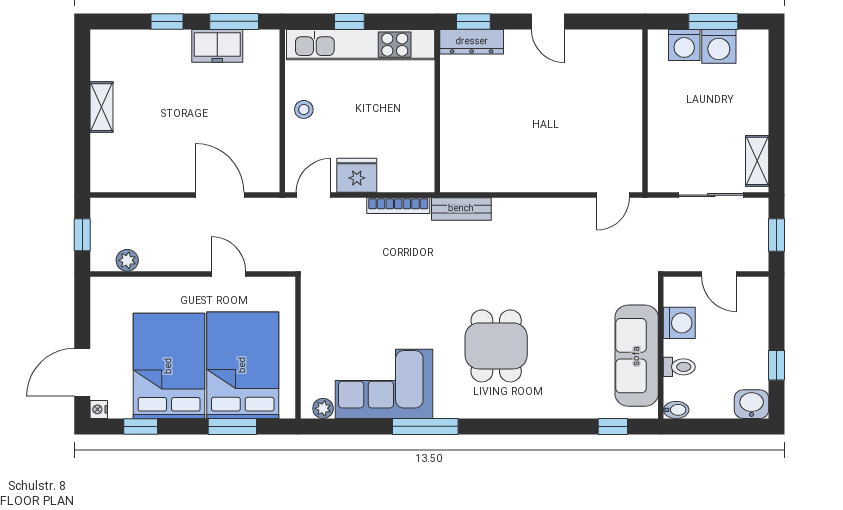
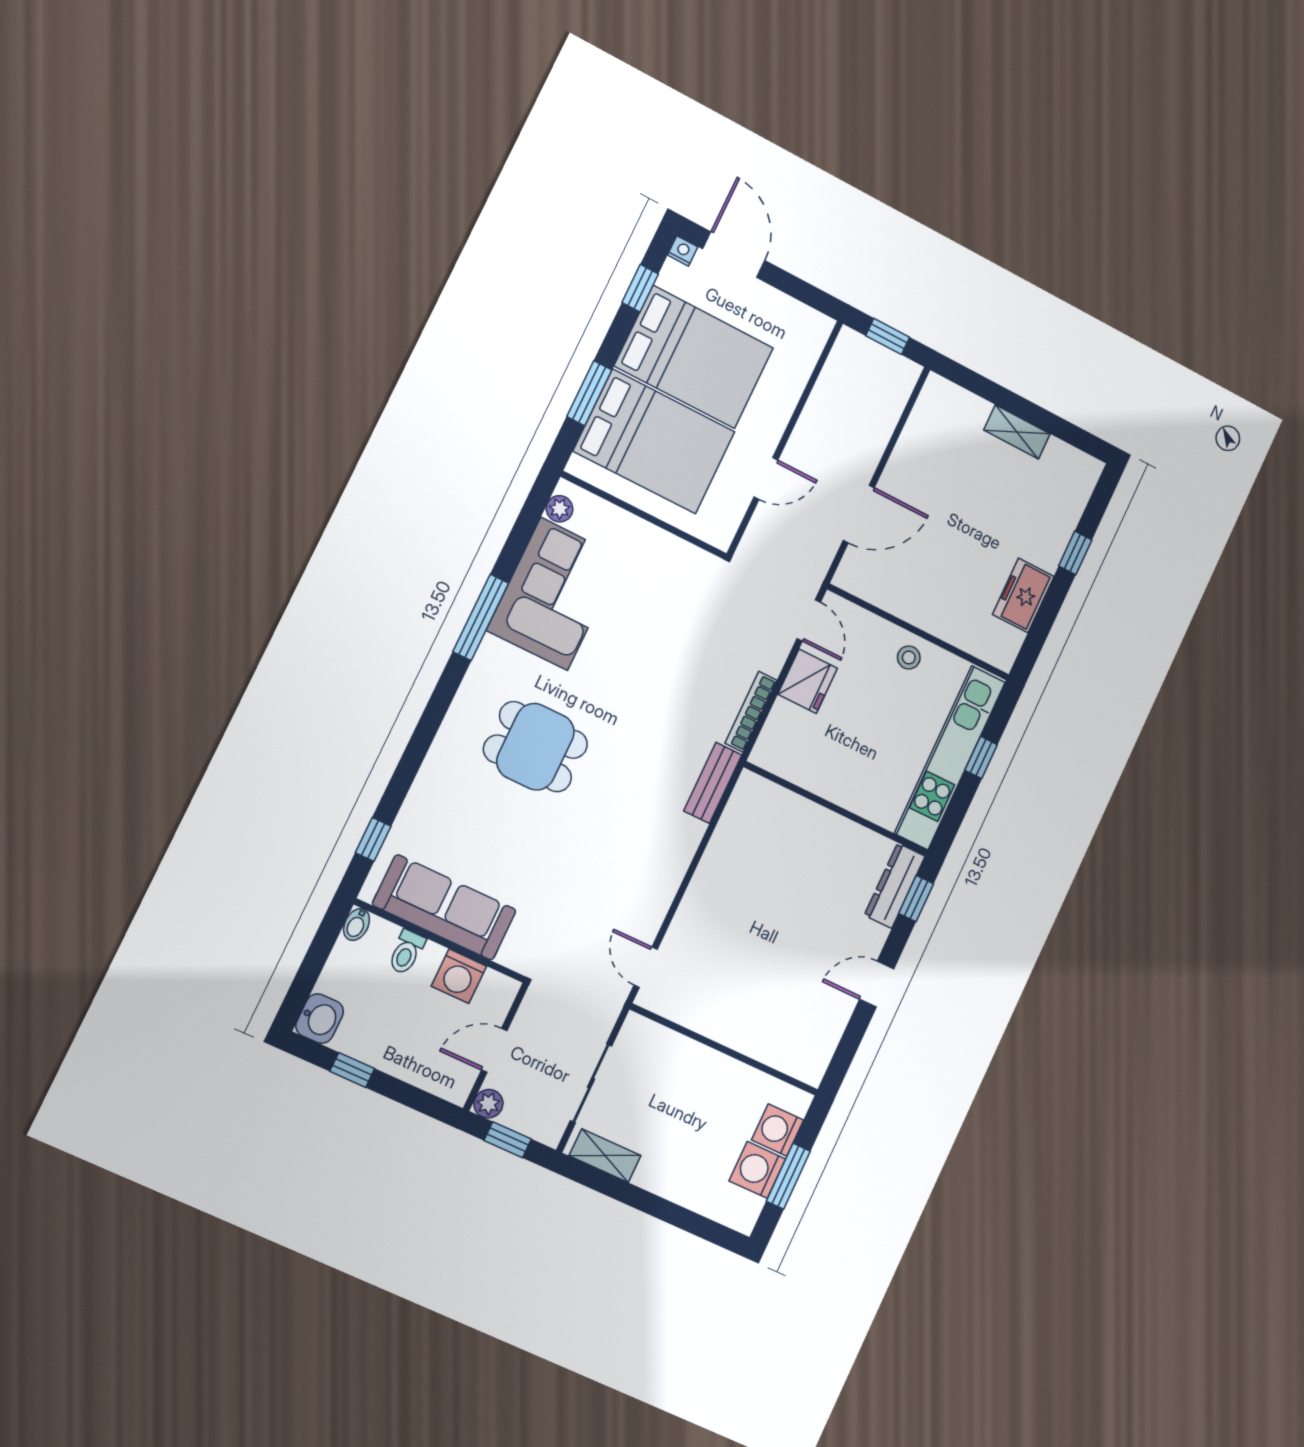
window: (234, 21) -> (1041, 628), removed
plant: (127, 260) -> (488, 1104), moved

